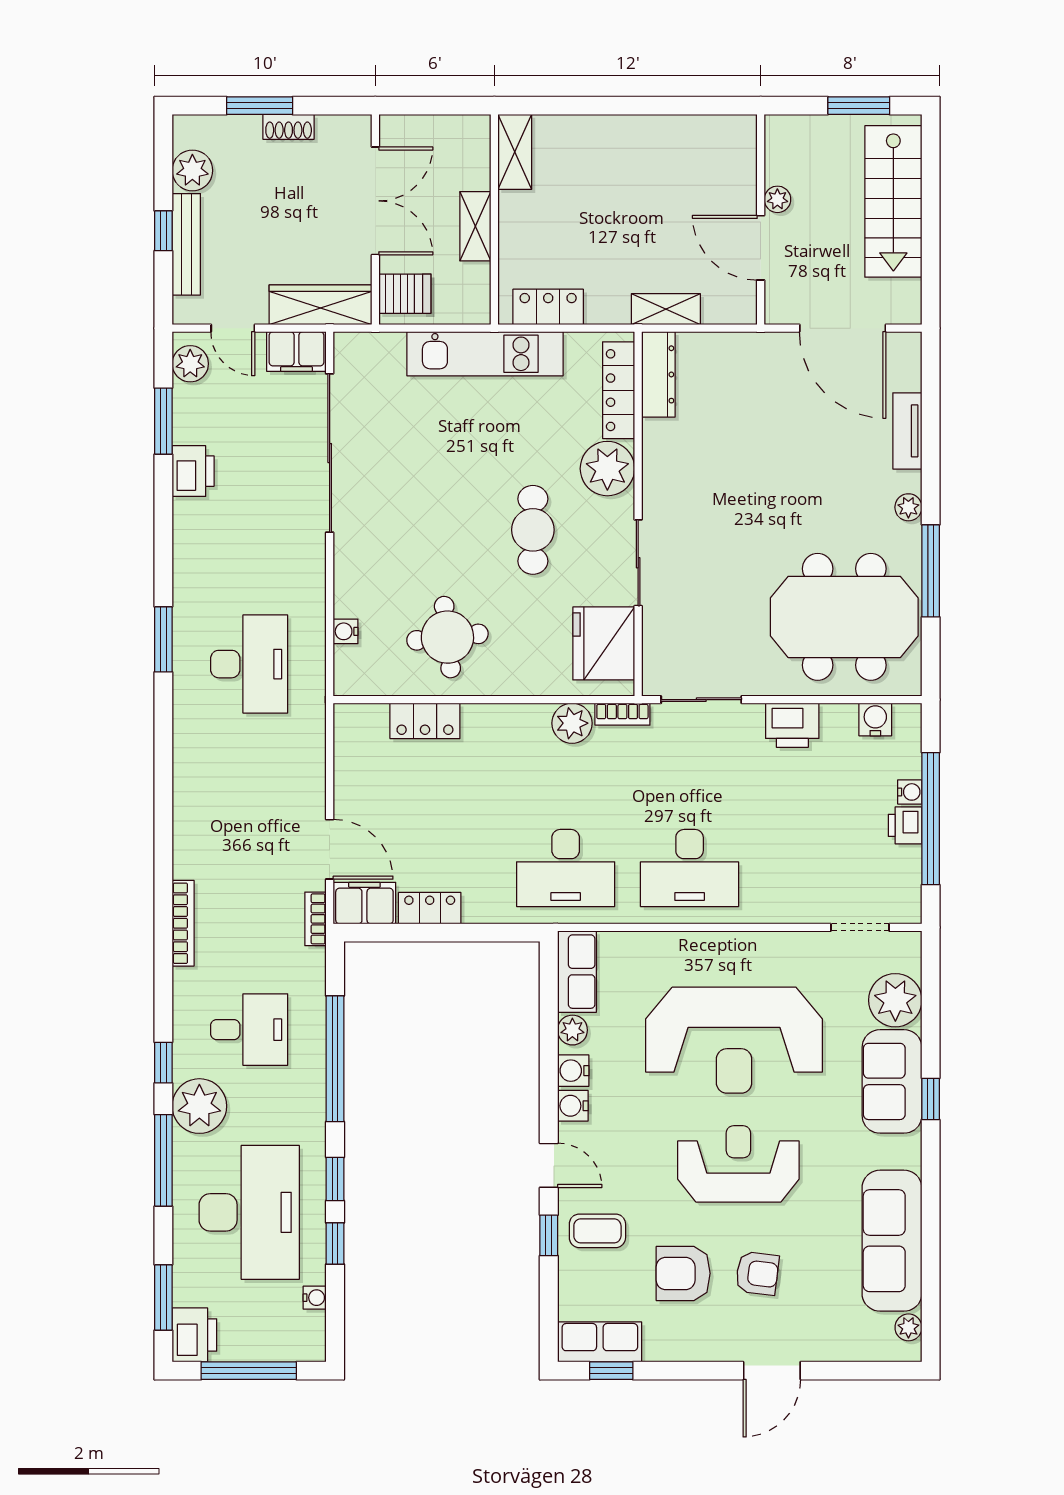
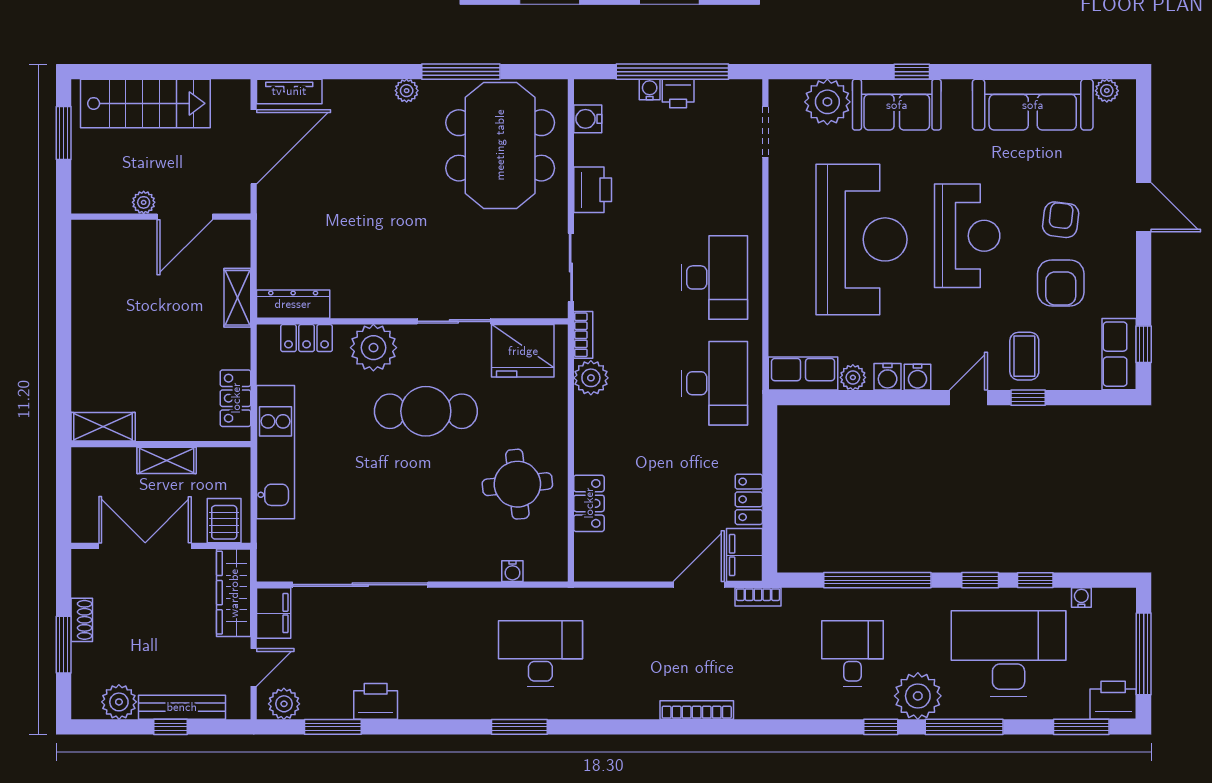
locker: (619, 390) -> (307, 338), width x0.66
tv unit: (907, 431) -> (289, 91), moved
cafe table: (533, 530) -> (426, 411), width x1.37, depth x1.35
bookcase: (183, 923) -> (697, 710), moved
reception desk: (738, 1164) -> (967, 236), turned 180

